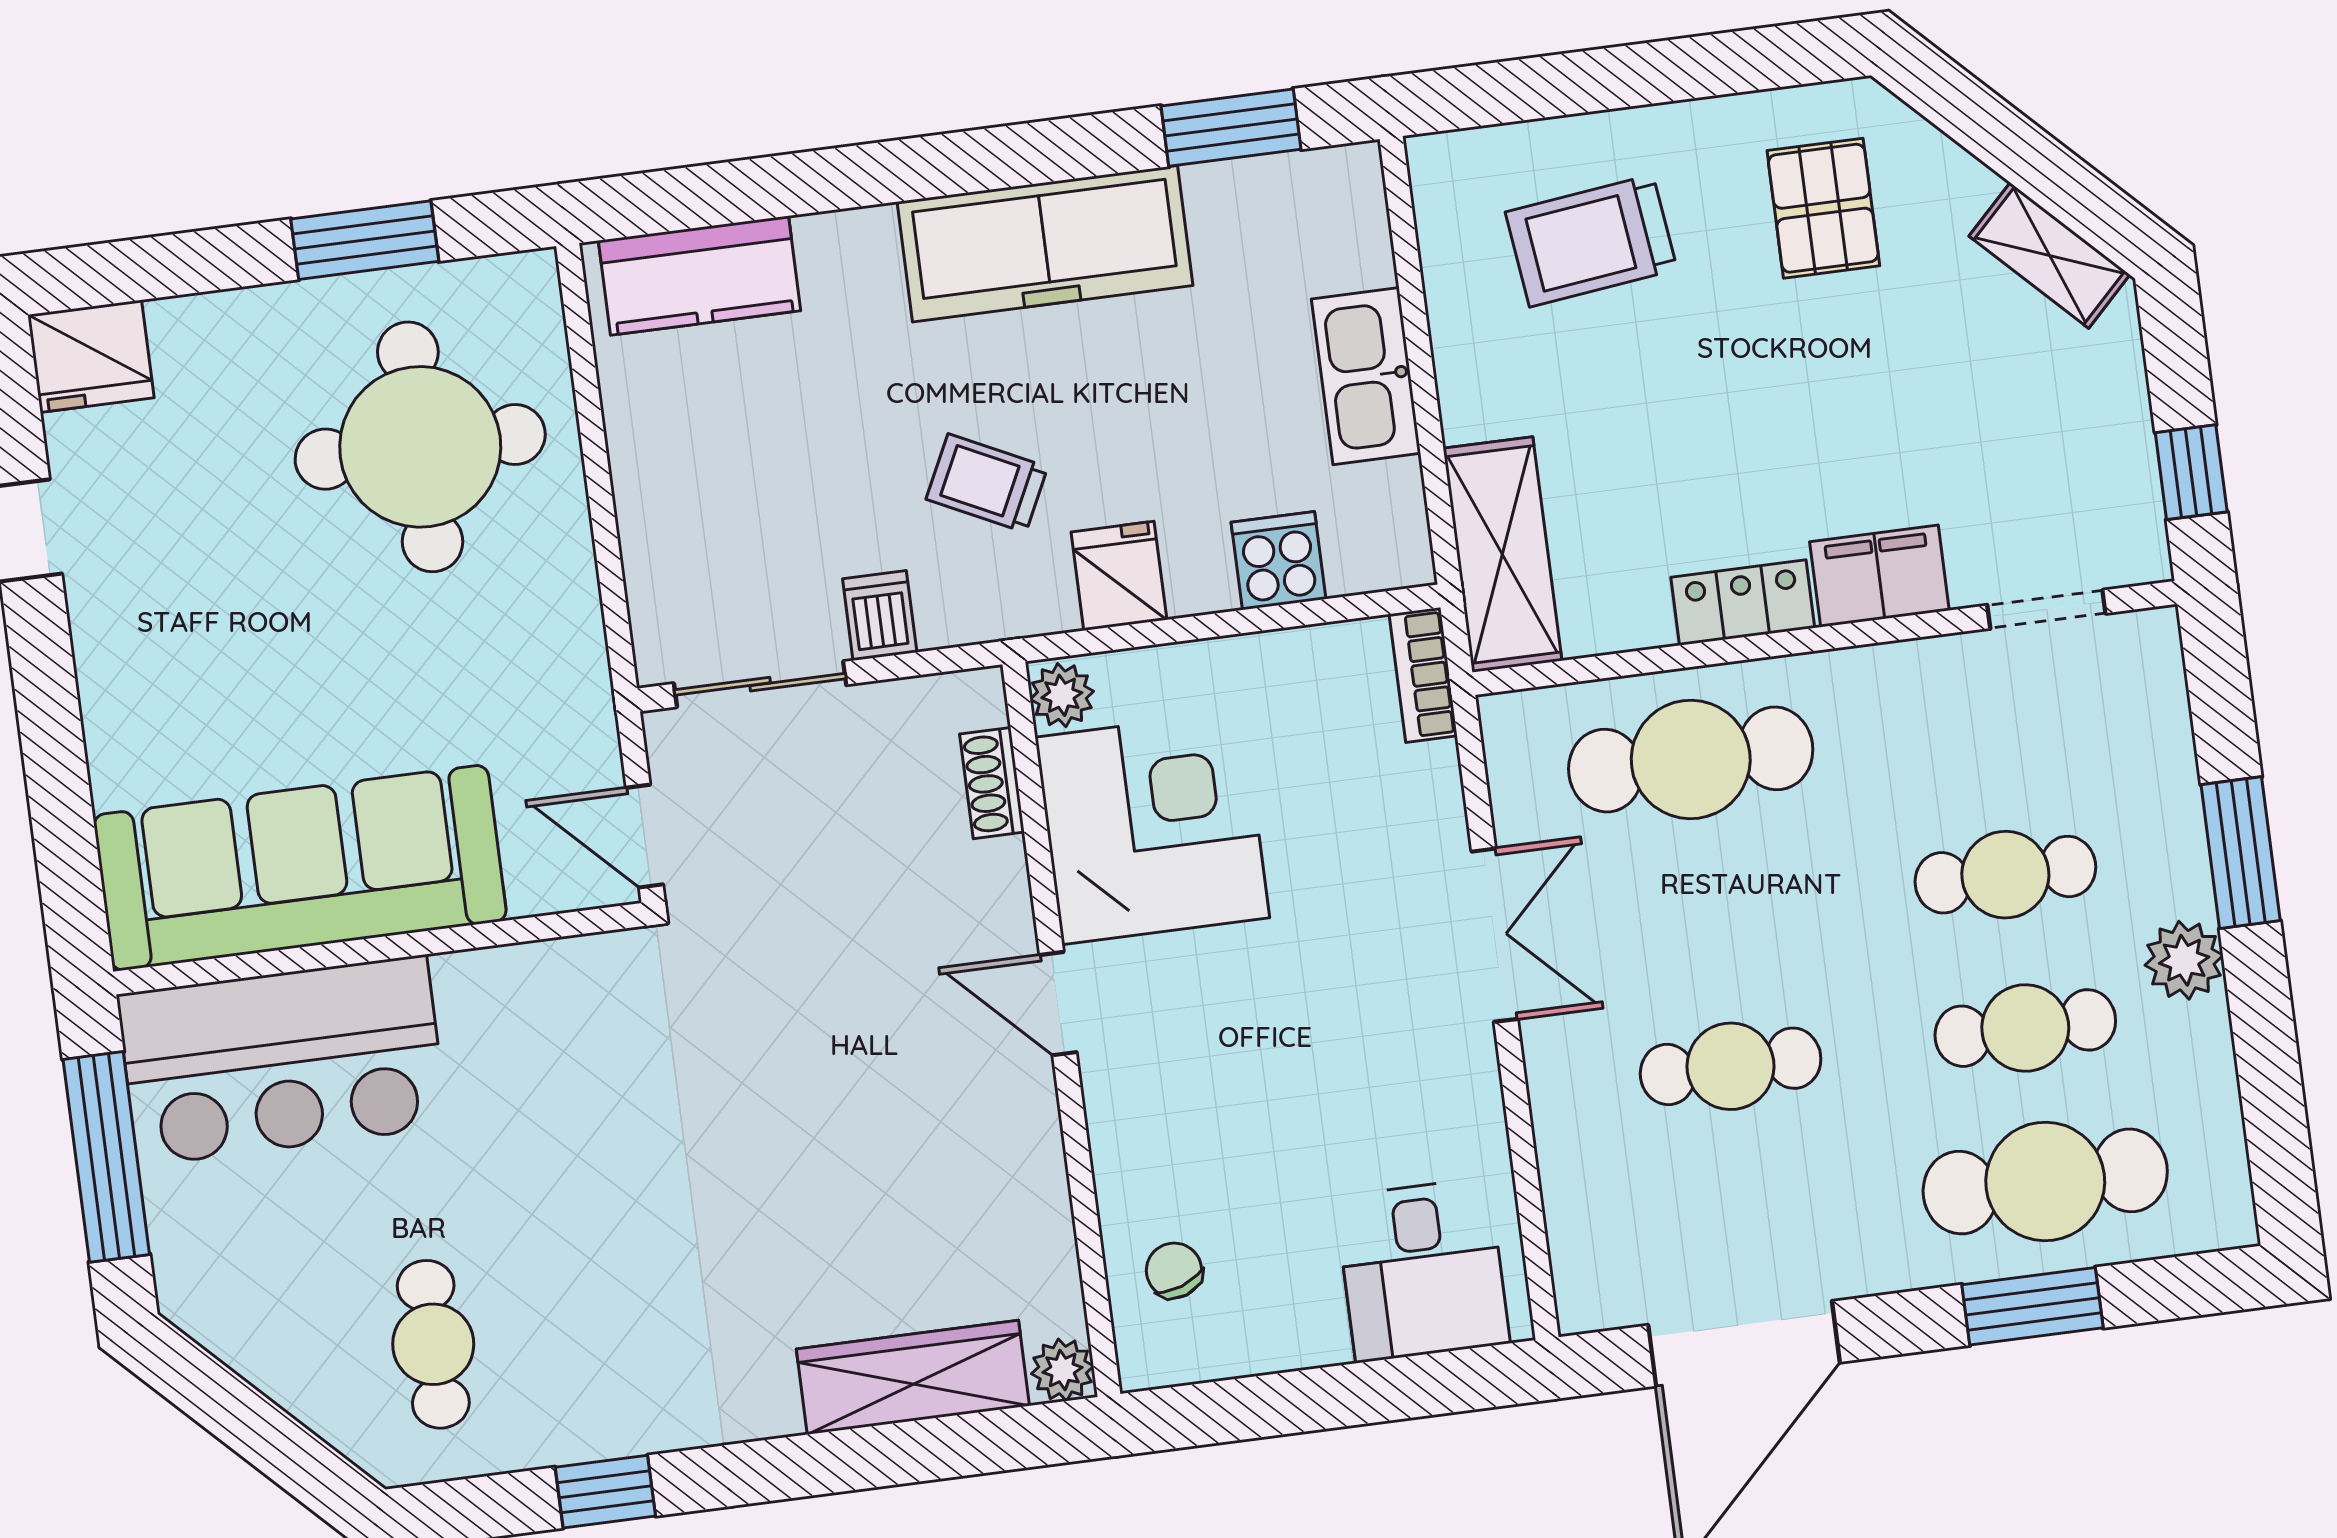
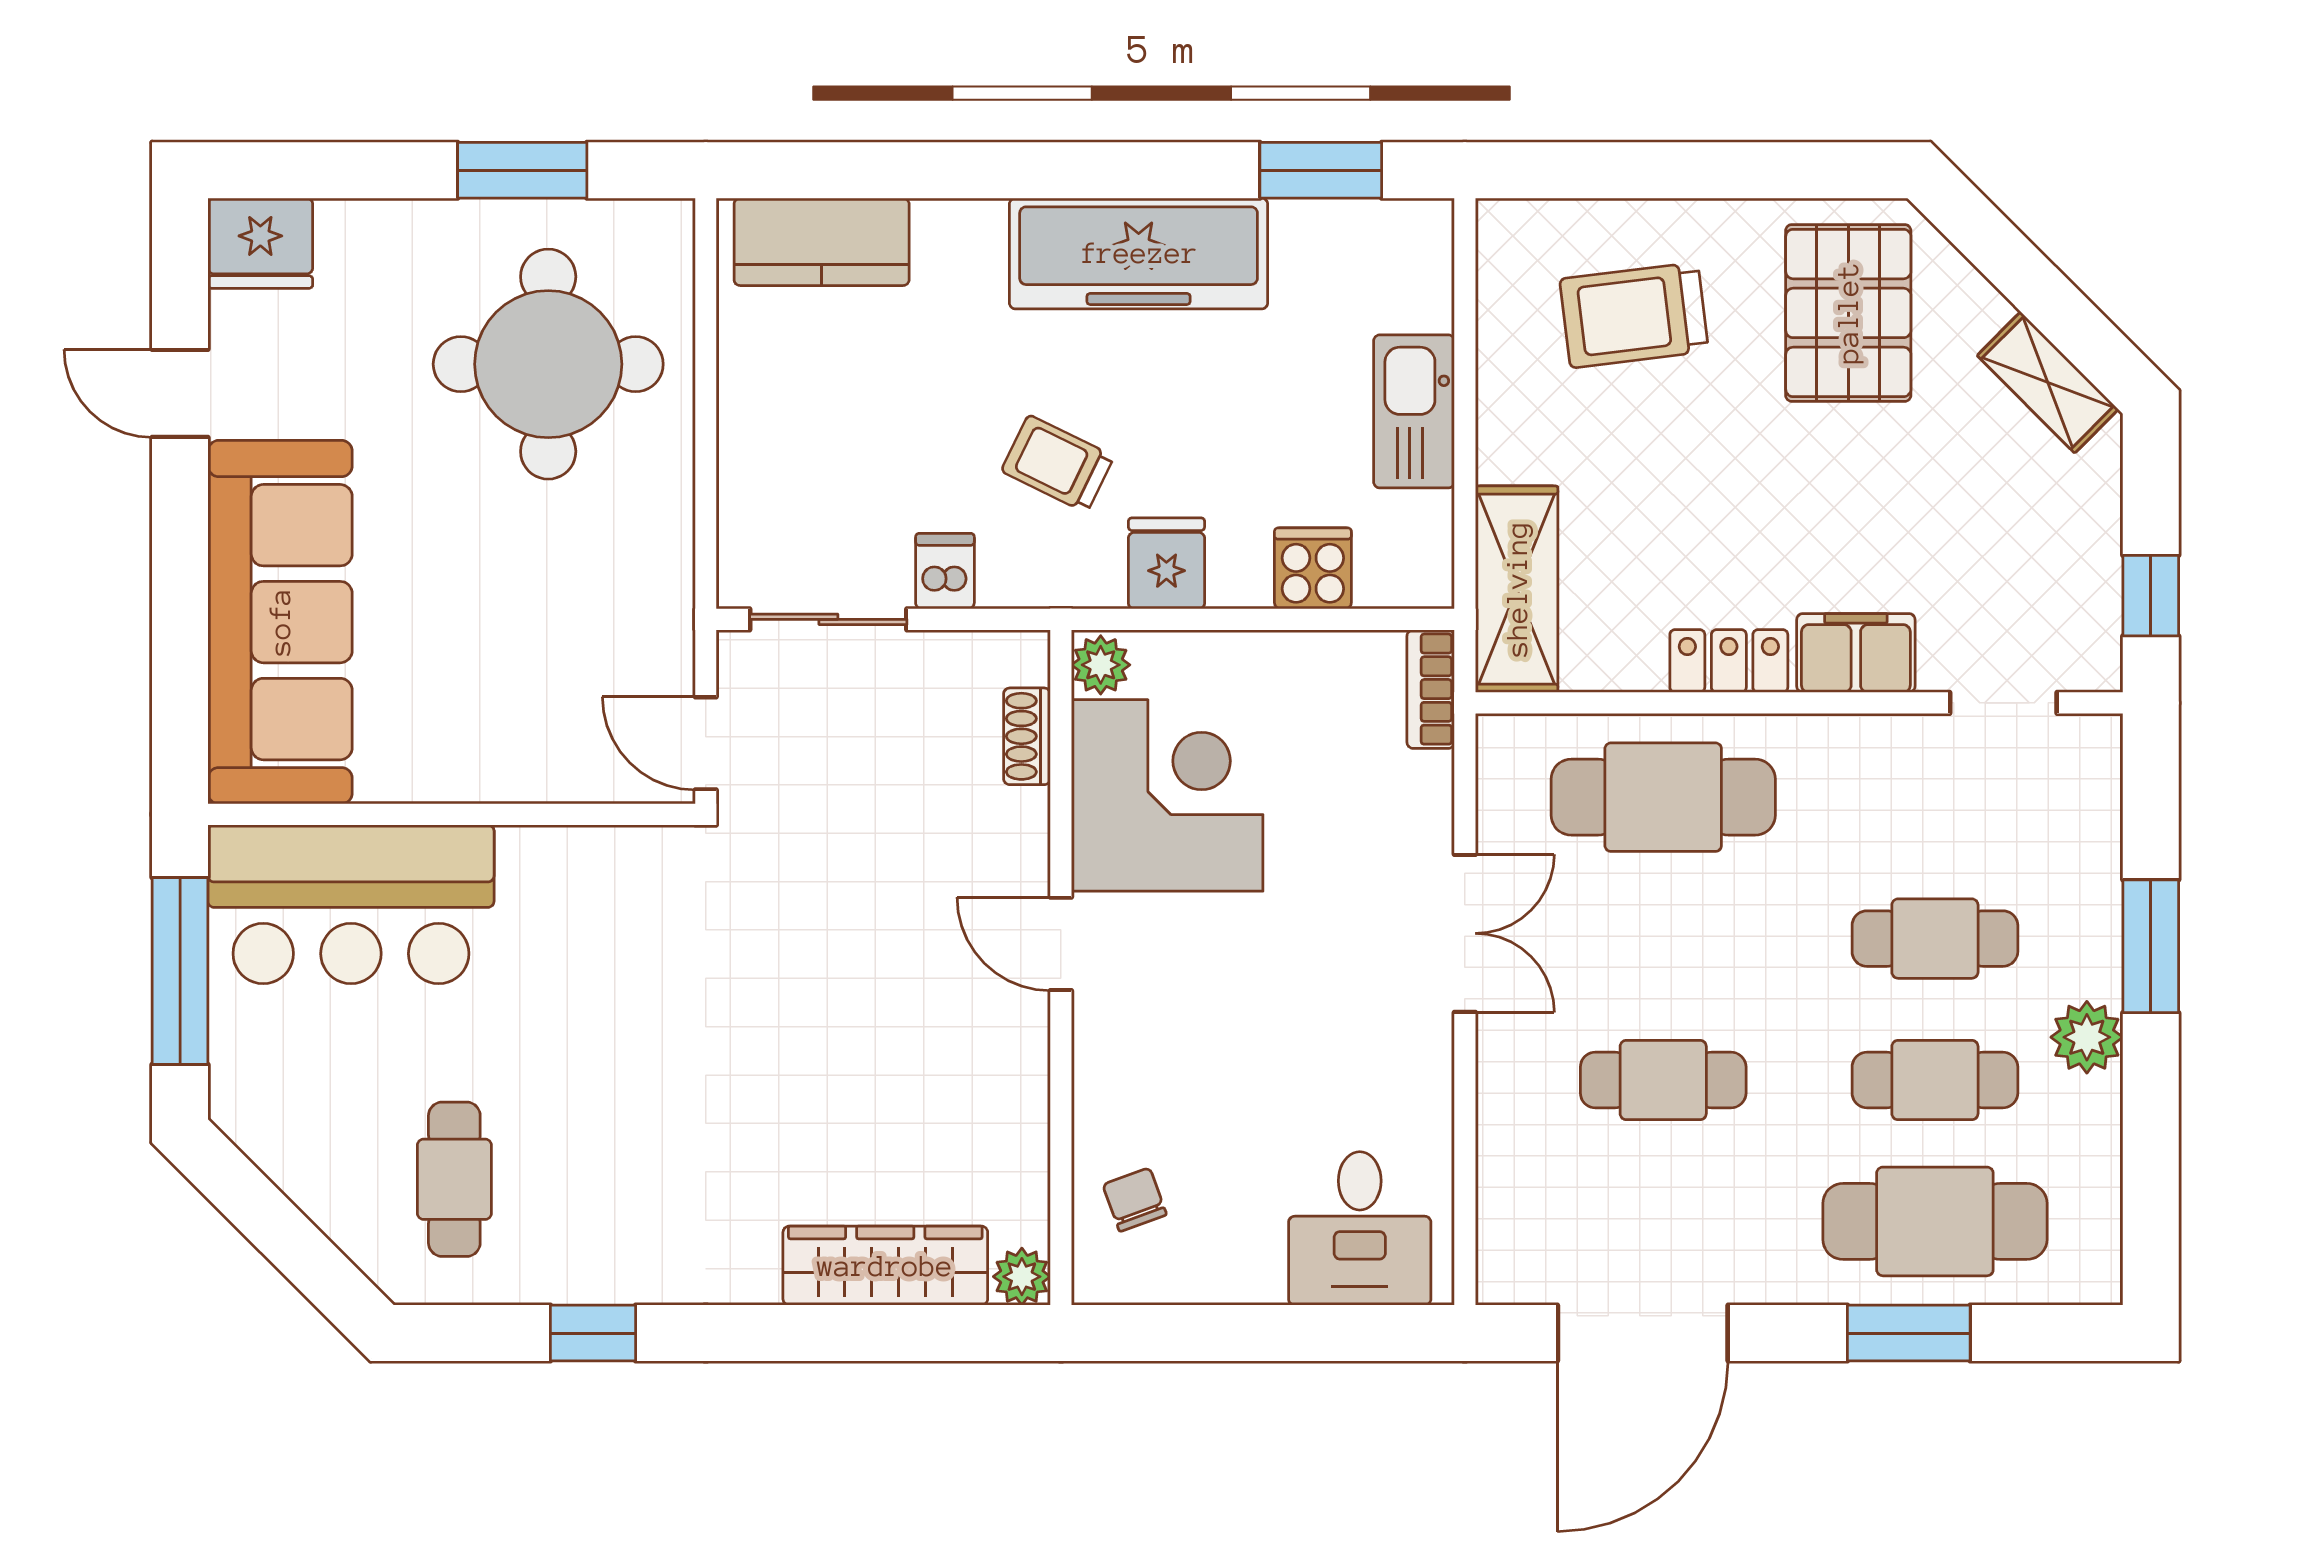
pallet: (1823, 208) -> (1848, 313), width x1.50, depth x1.42
sofa: (300, 868) -> (280, 622), moved, turned 90

